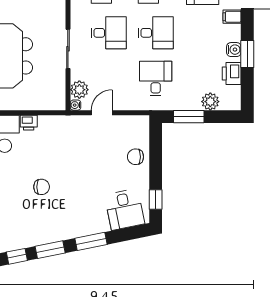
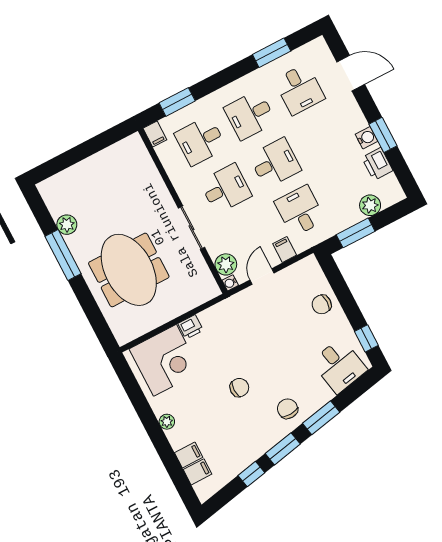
filing cabinet: (232, 17) -> (285, 249), moved, turned 90
chair: (69, 221) -> (288, 409), added

